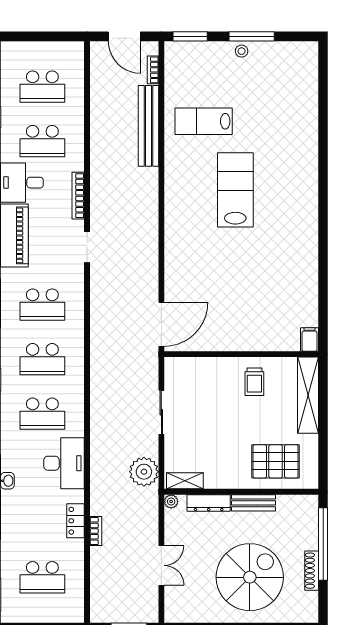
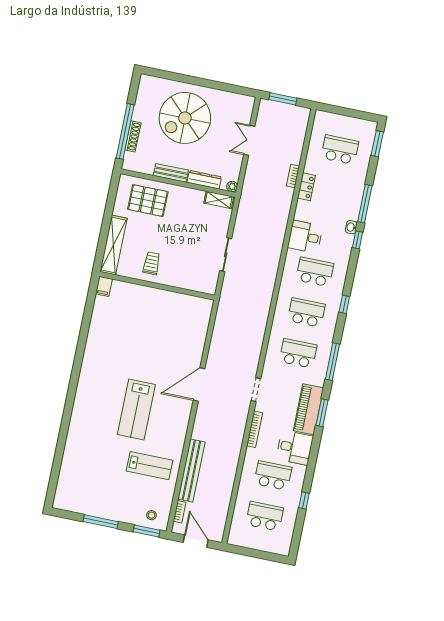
stool: (242, 51) -> (151, 515), moved
door: (161, 324) -> (199, 385), moved
desk: (64, 463) -> (305, 237), width x0.73
plant: (144, 472) -> (248, 213), removed
shoe rack: (312, 571) -> (133, 136), moved

